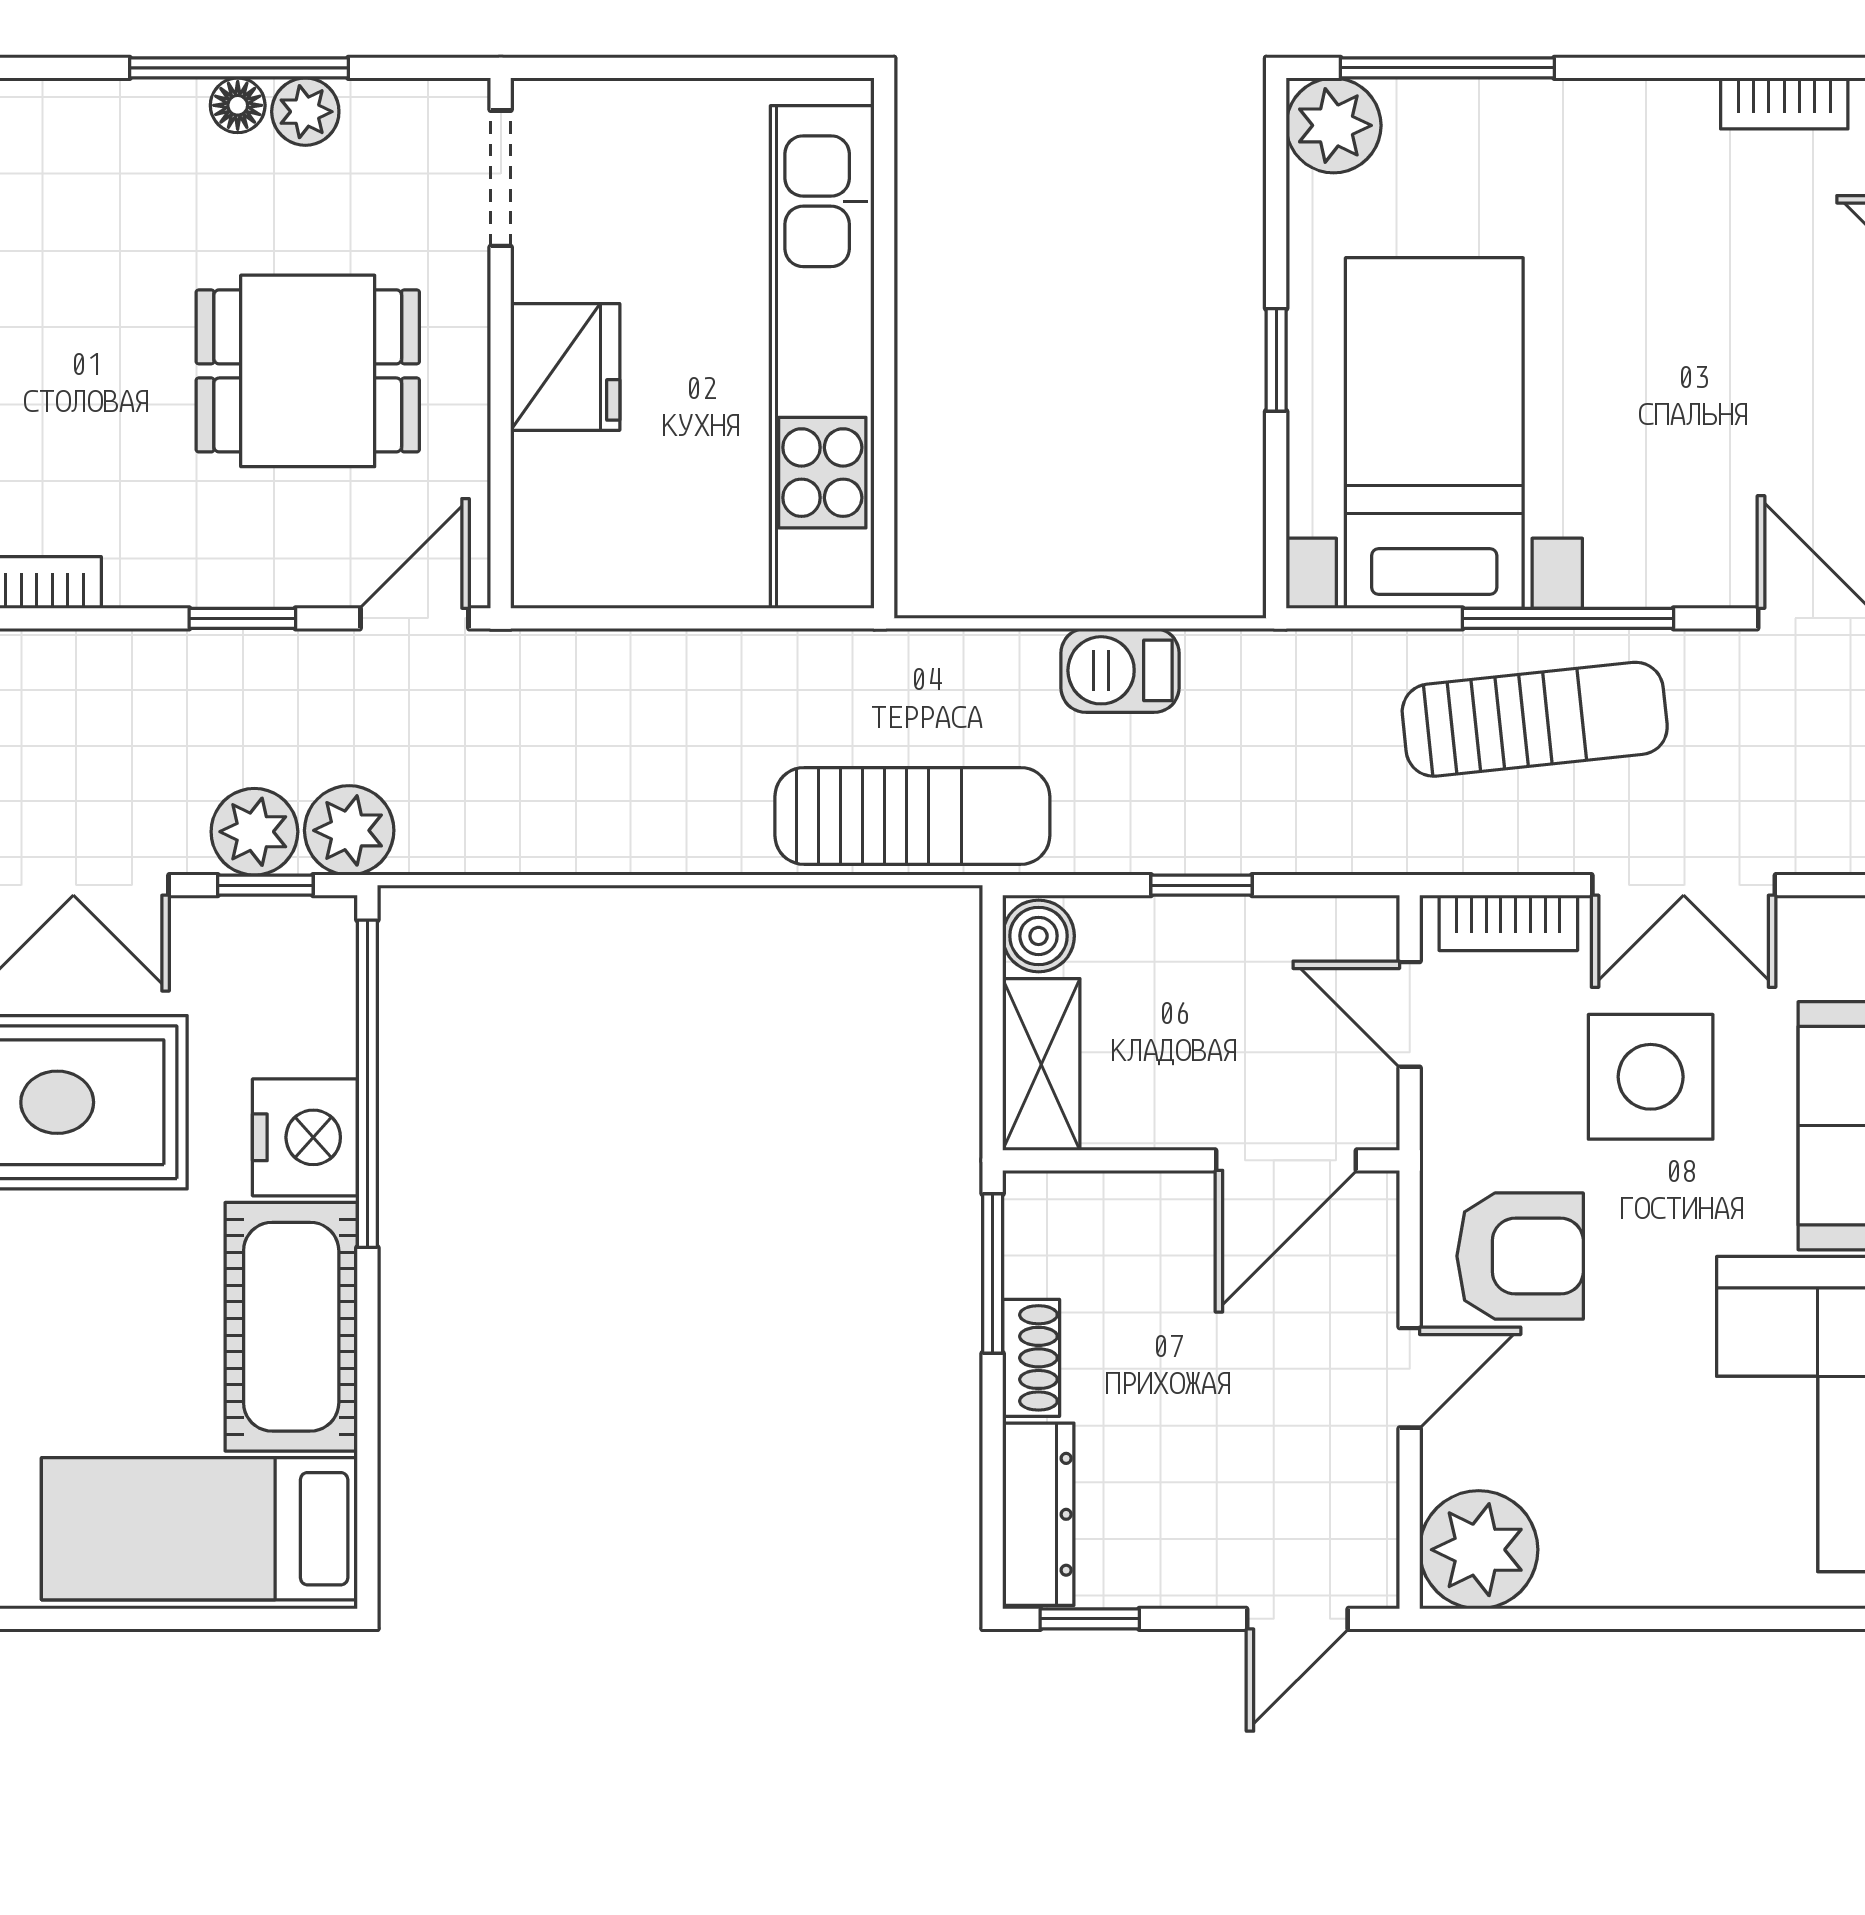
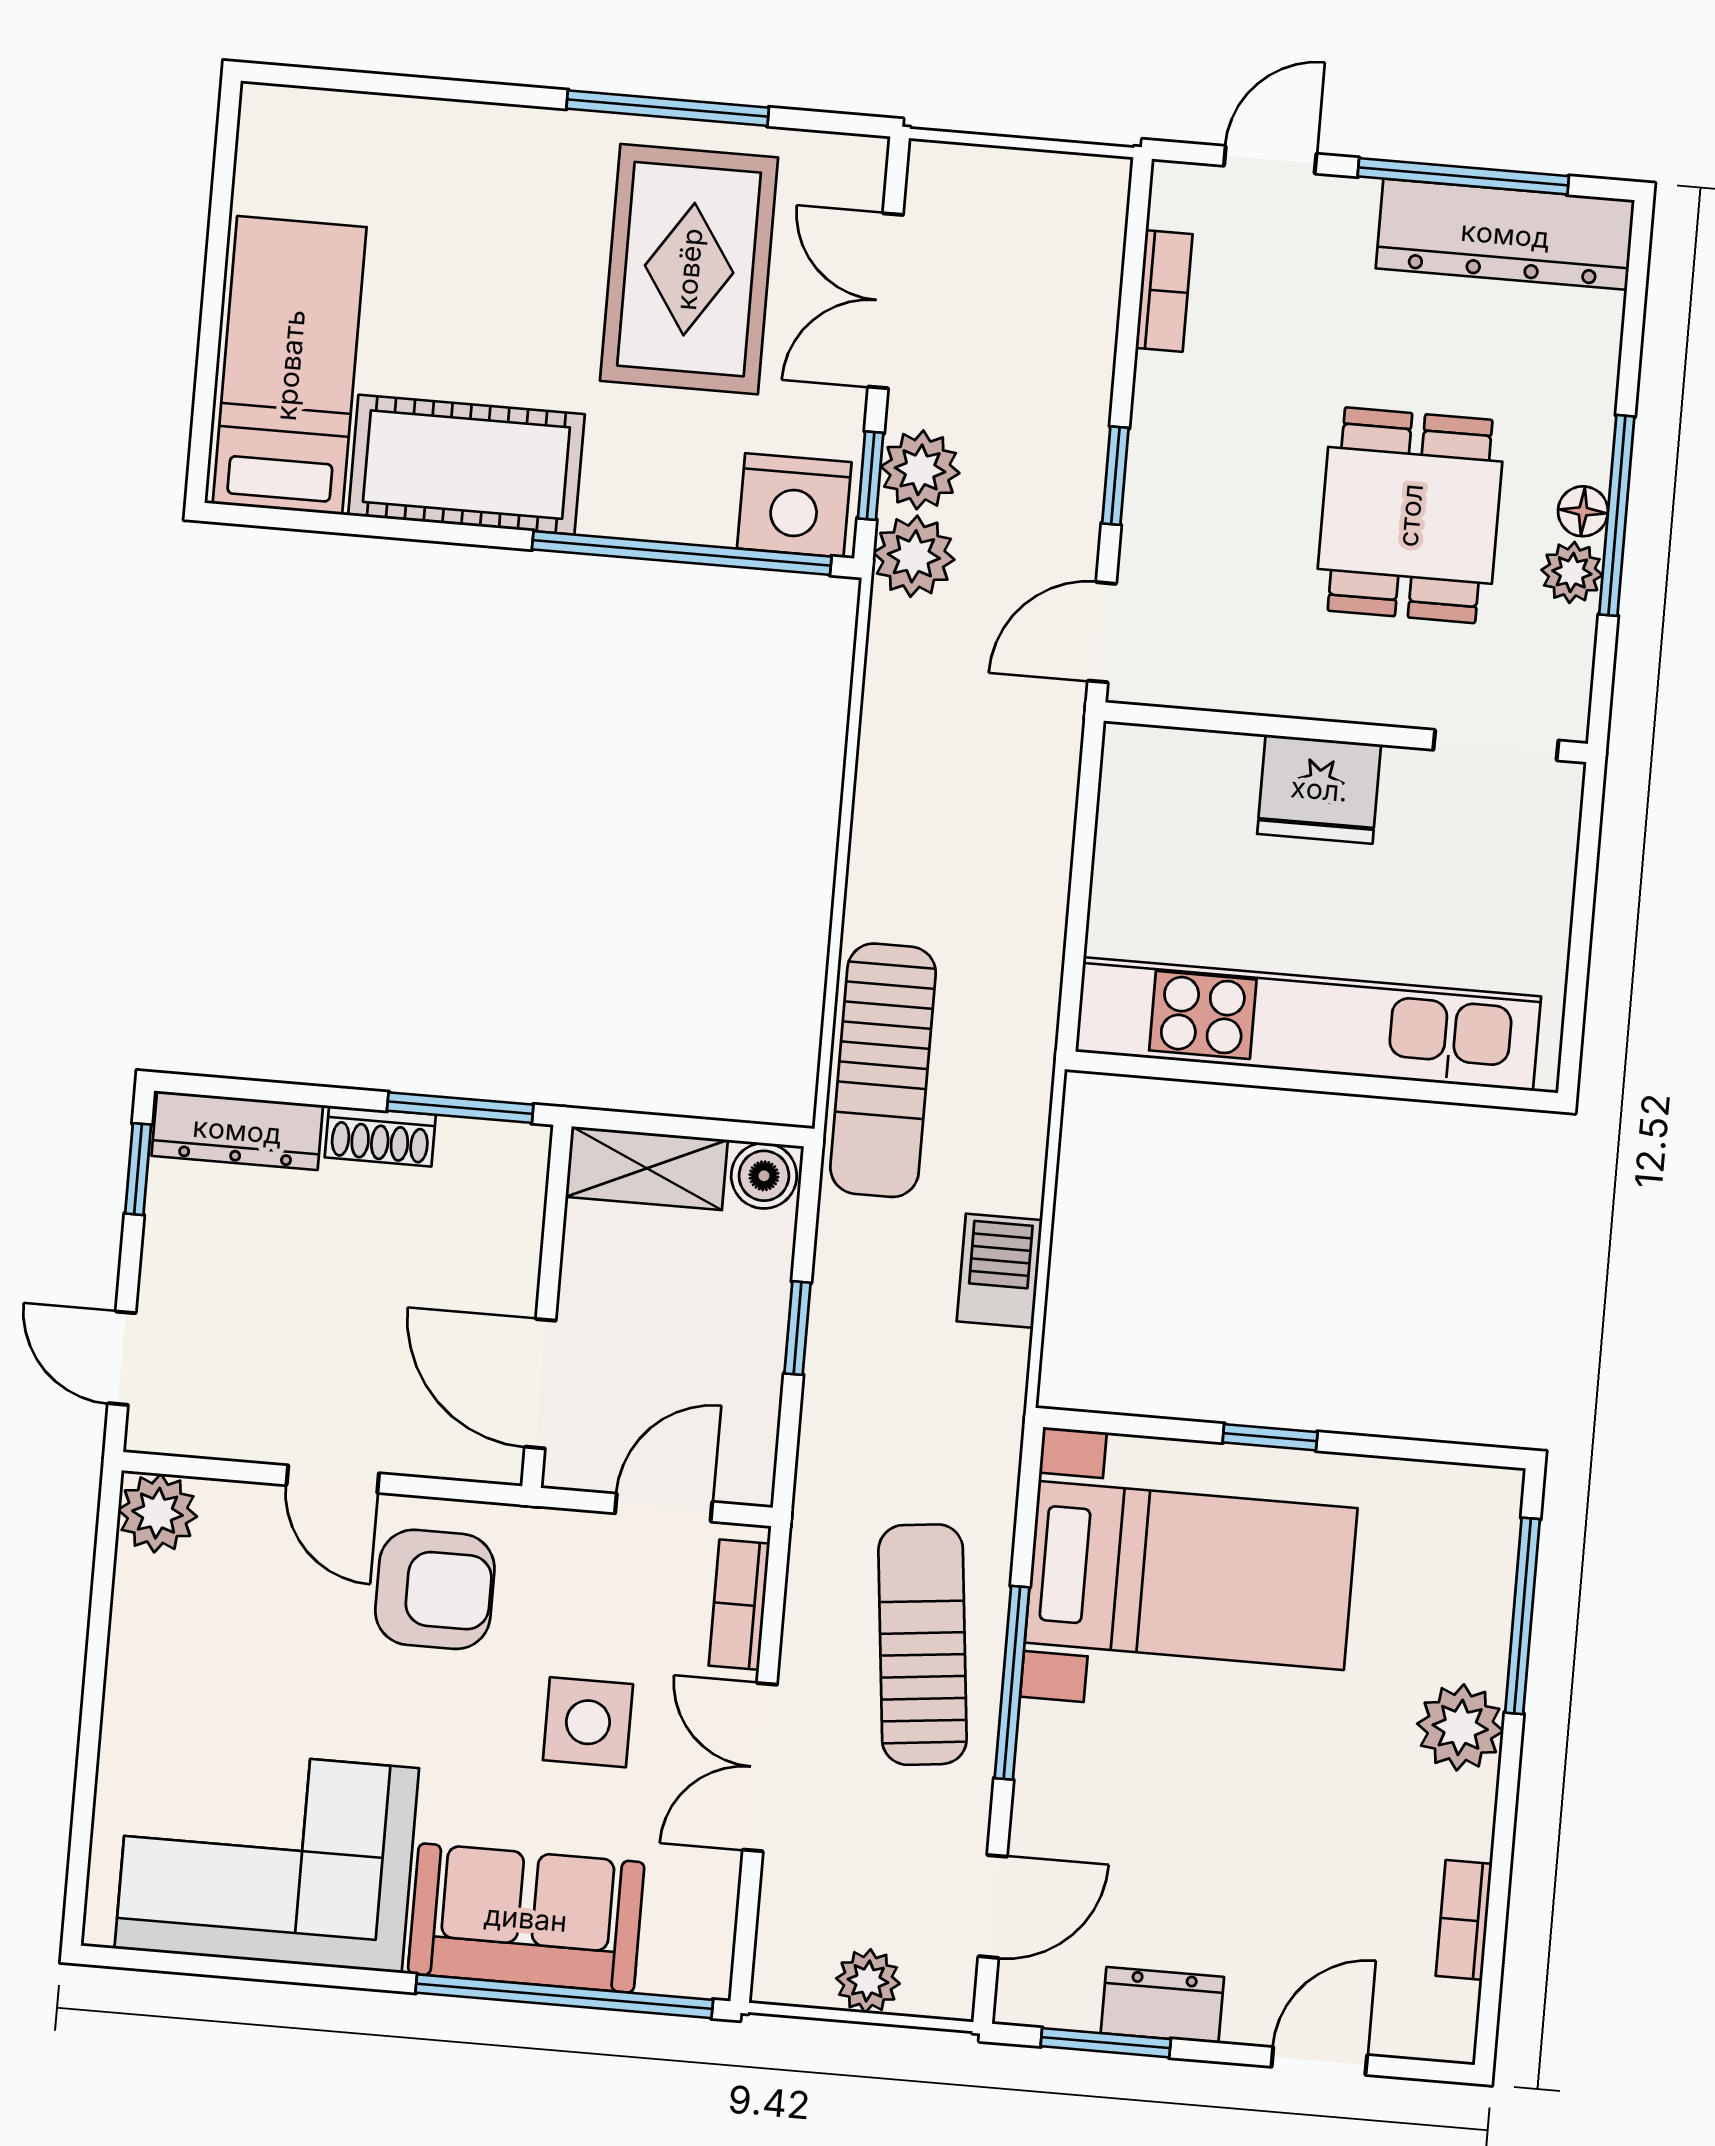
plant: (1334, 125) -> (1460, 1727), moved
dining table: (308, 371) -> (1410, 515), moved
door: (414, 618) -> (1102, 632), swing flipped
sun lounger: (1535, 719) -> (923, 1645), turned 180
side table: (1651, 1077) -> (588, 1722), width x0.73, depth x0.73
nightstand: (305, 1137) -> (794, 505), moved
armchair: (1520, 1256) -> (435, 1589), turned -90
plant: (1479, 1550) -> (157, 1513), width x0.73, depth x0.73

